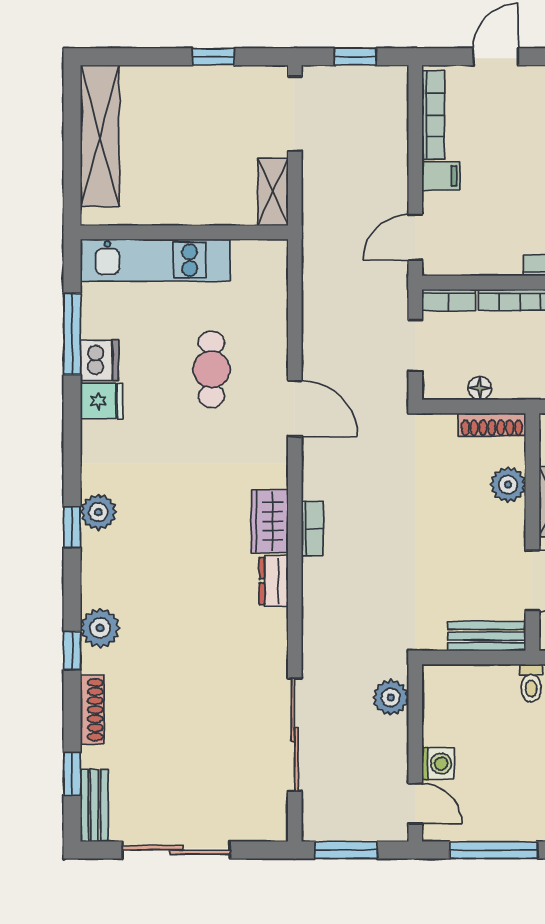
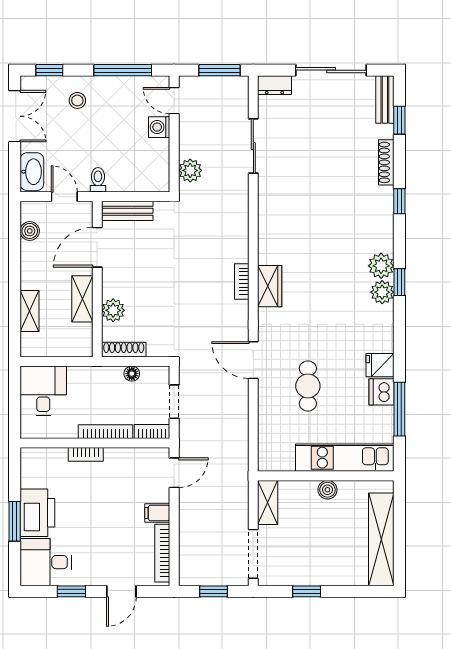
boiler: (182, 211) -> (327, 490), added
dresser: (274, 581) -> (274, 85), moved, turned 90
plant: (100, 628) -> (381, 266), moved
sliding door: (295, 735) -> (253, 146), width x0.73

